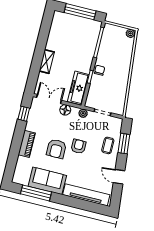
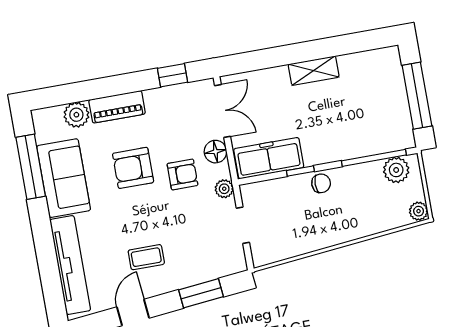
plant: (108, 35) -> (396, 170), added
shelving: (47, 61) -> (314, 71), moved
coffee table: (108, 145) -> (146, 257), moved
armchair: (78, 146) -> (182, 174), moved
plant: (22, 163) -> (76, 115), added

